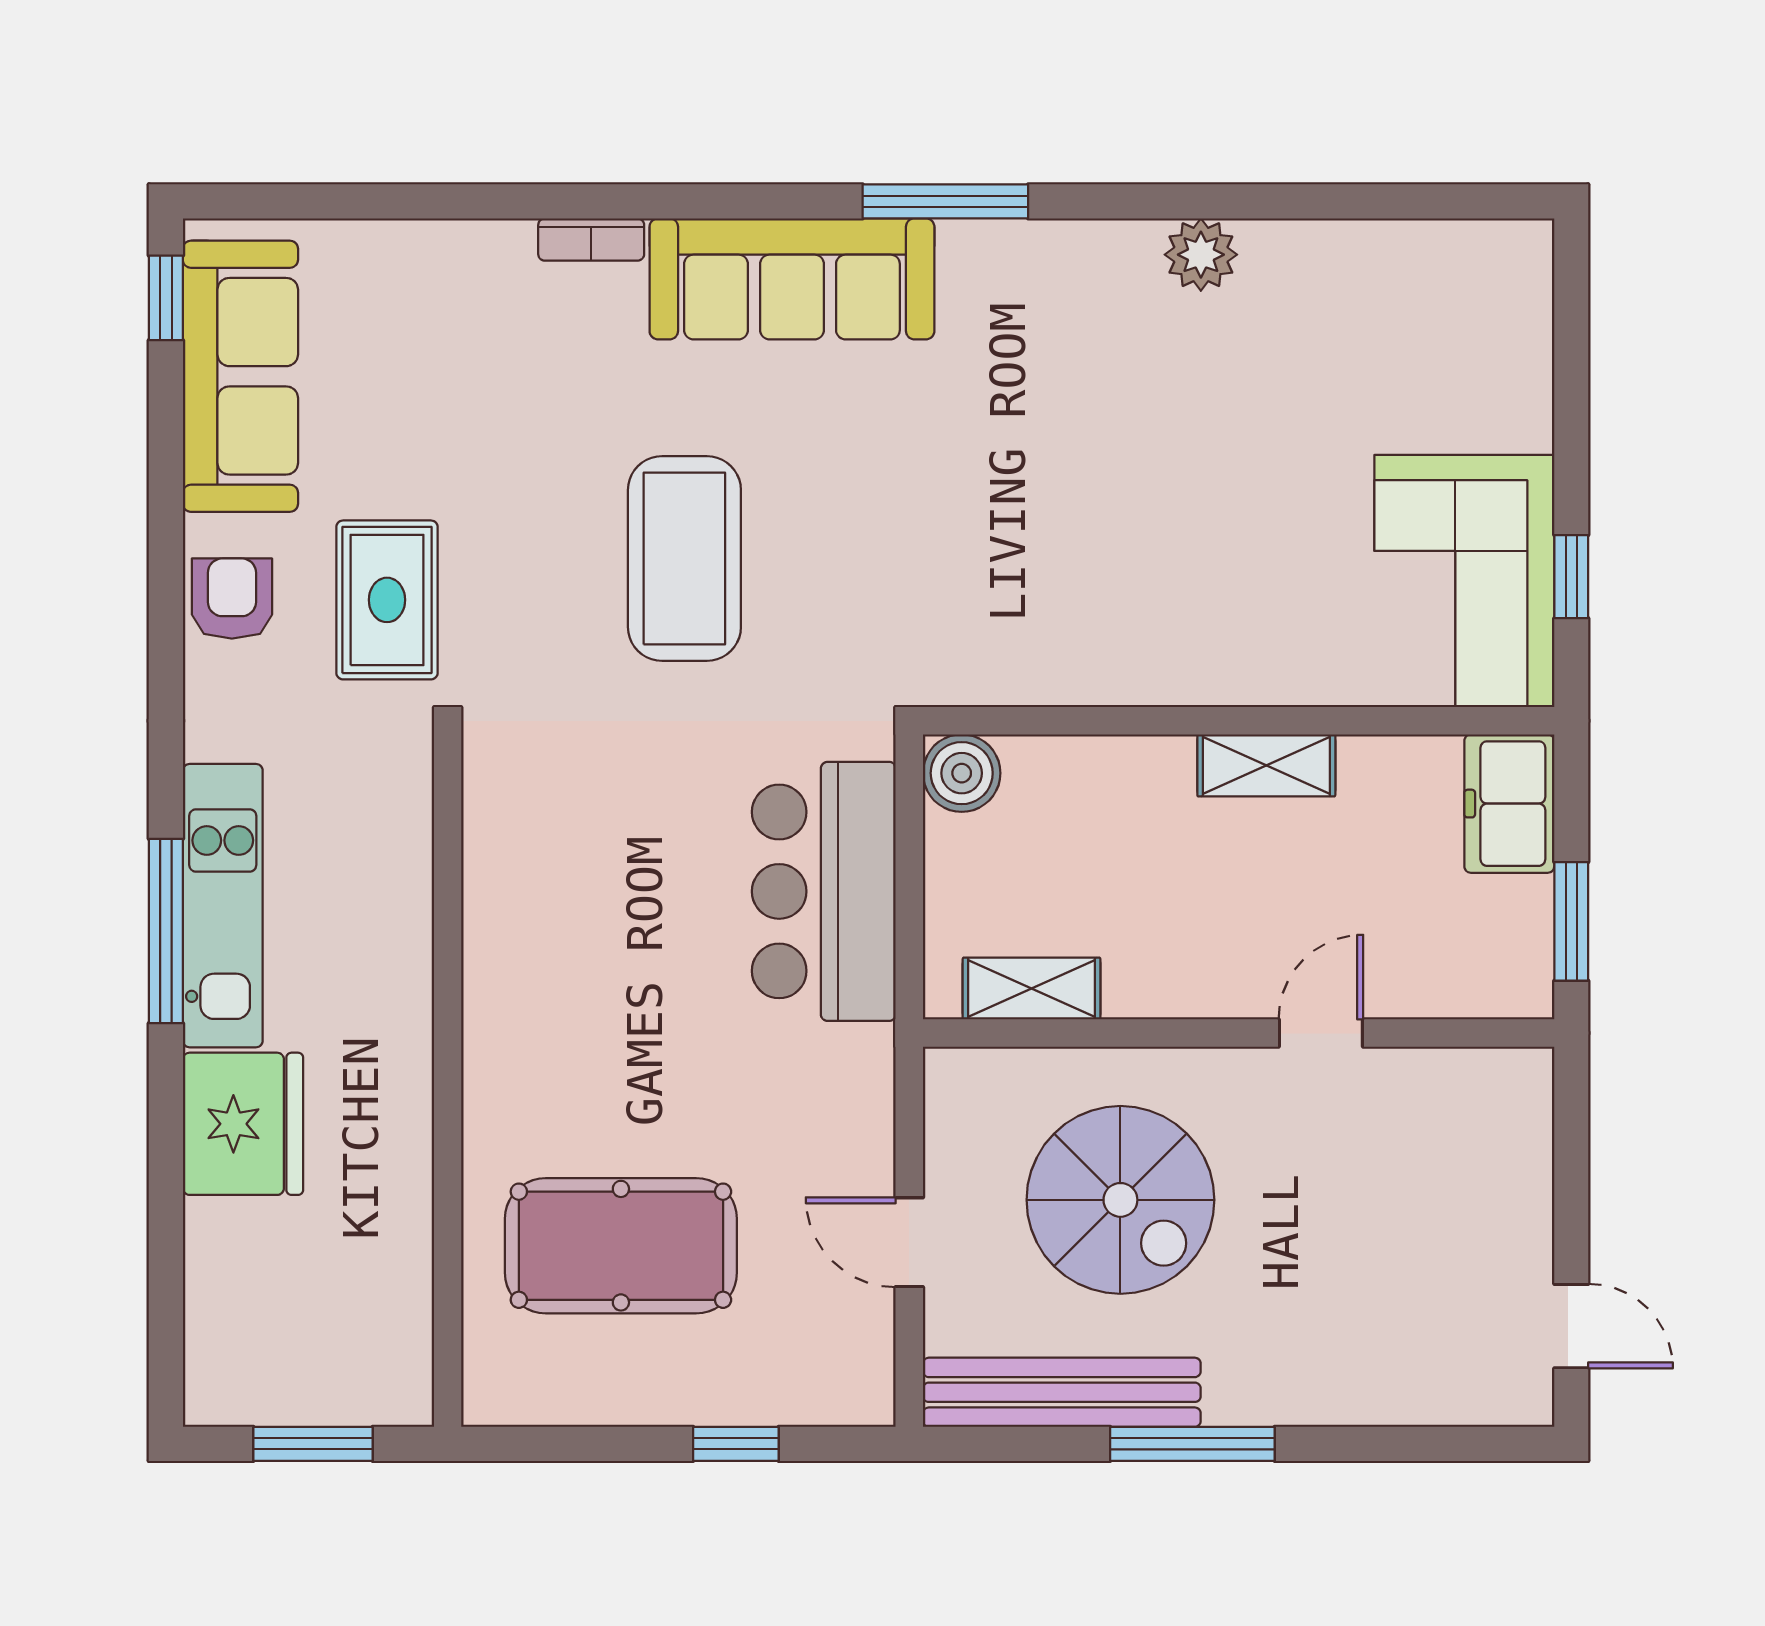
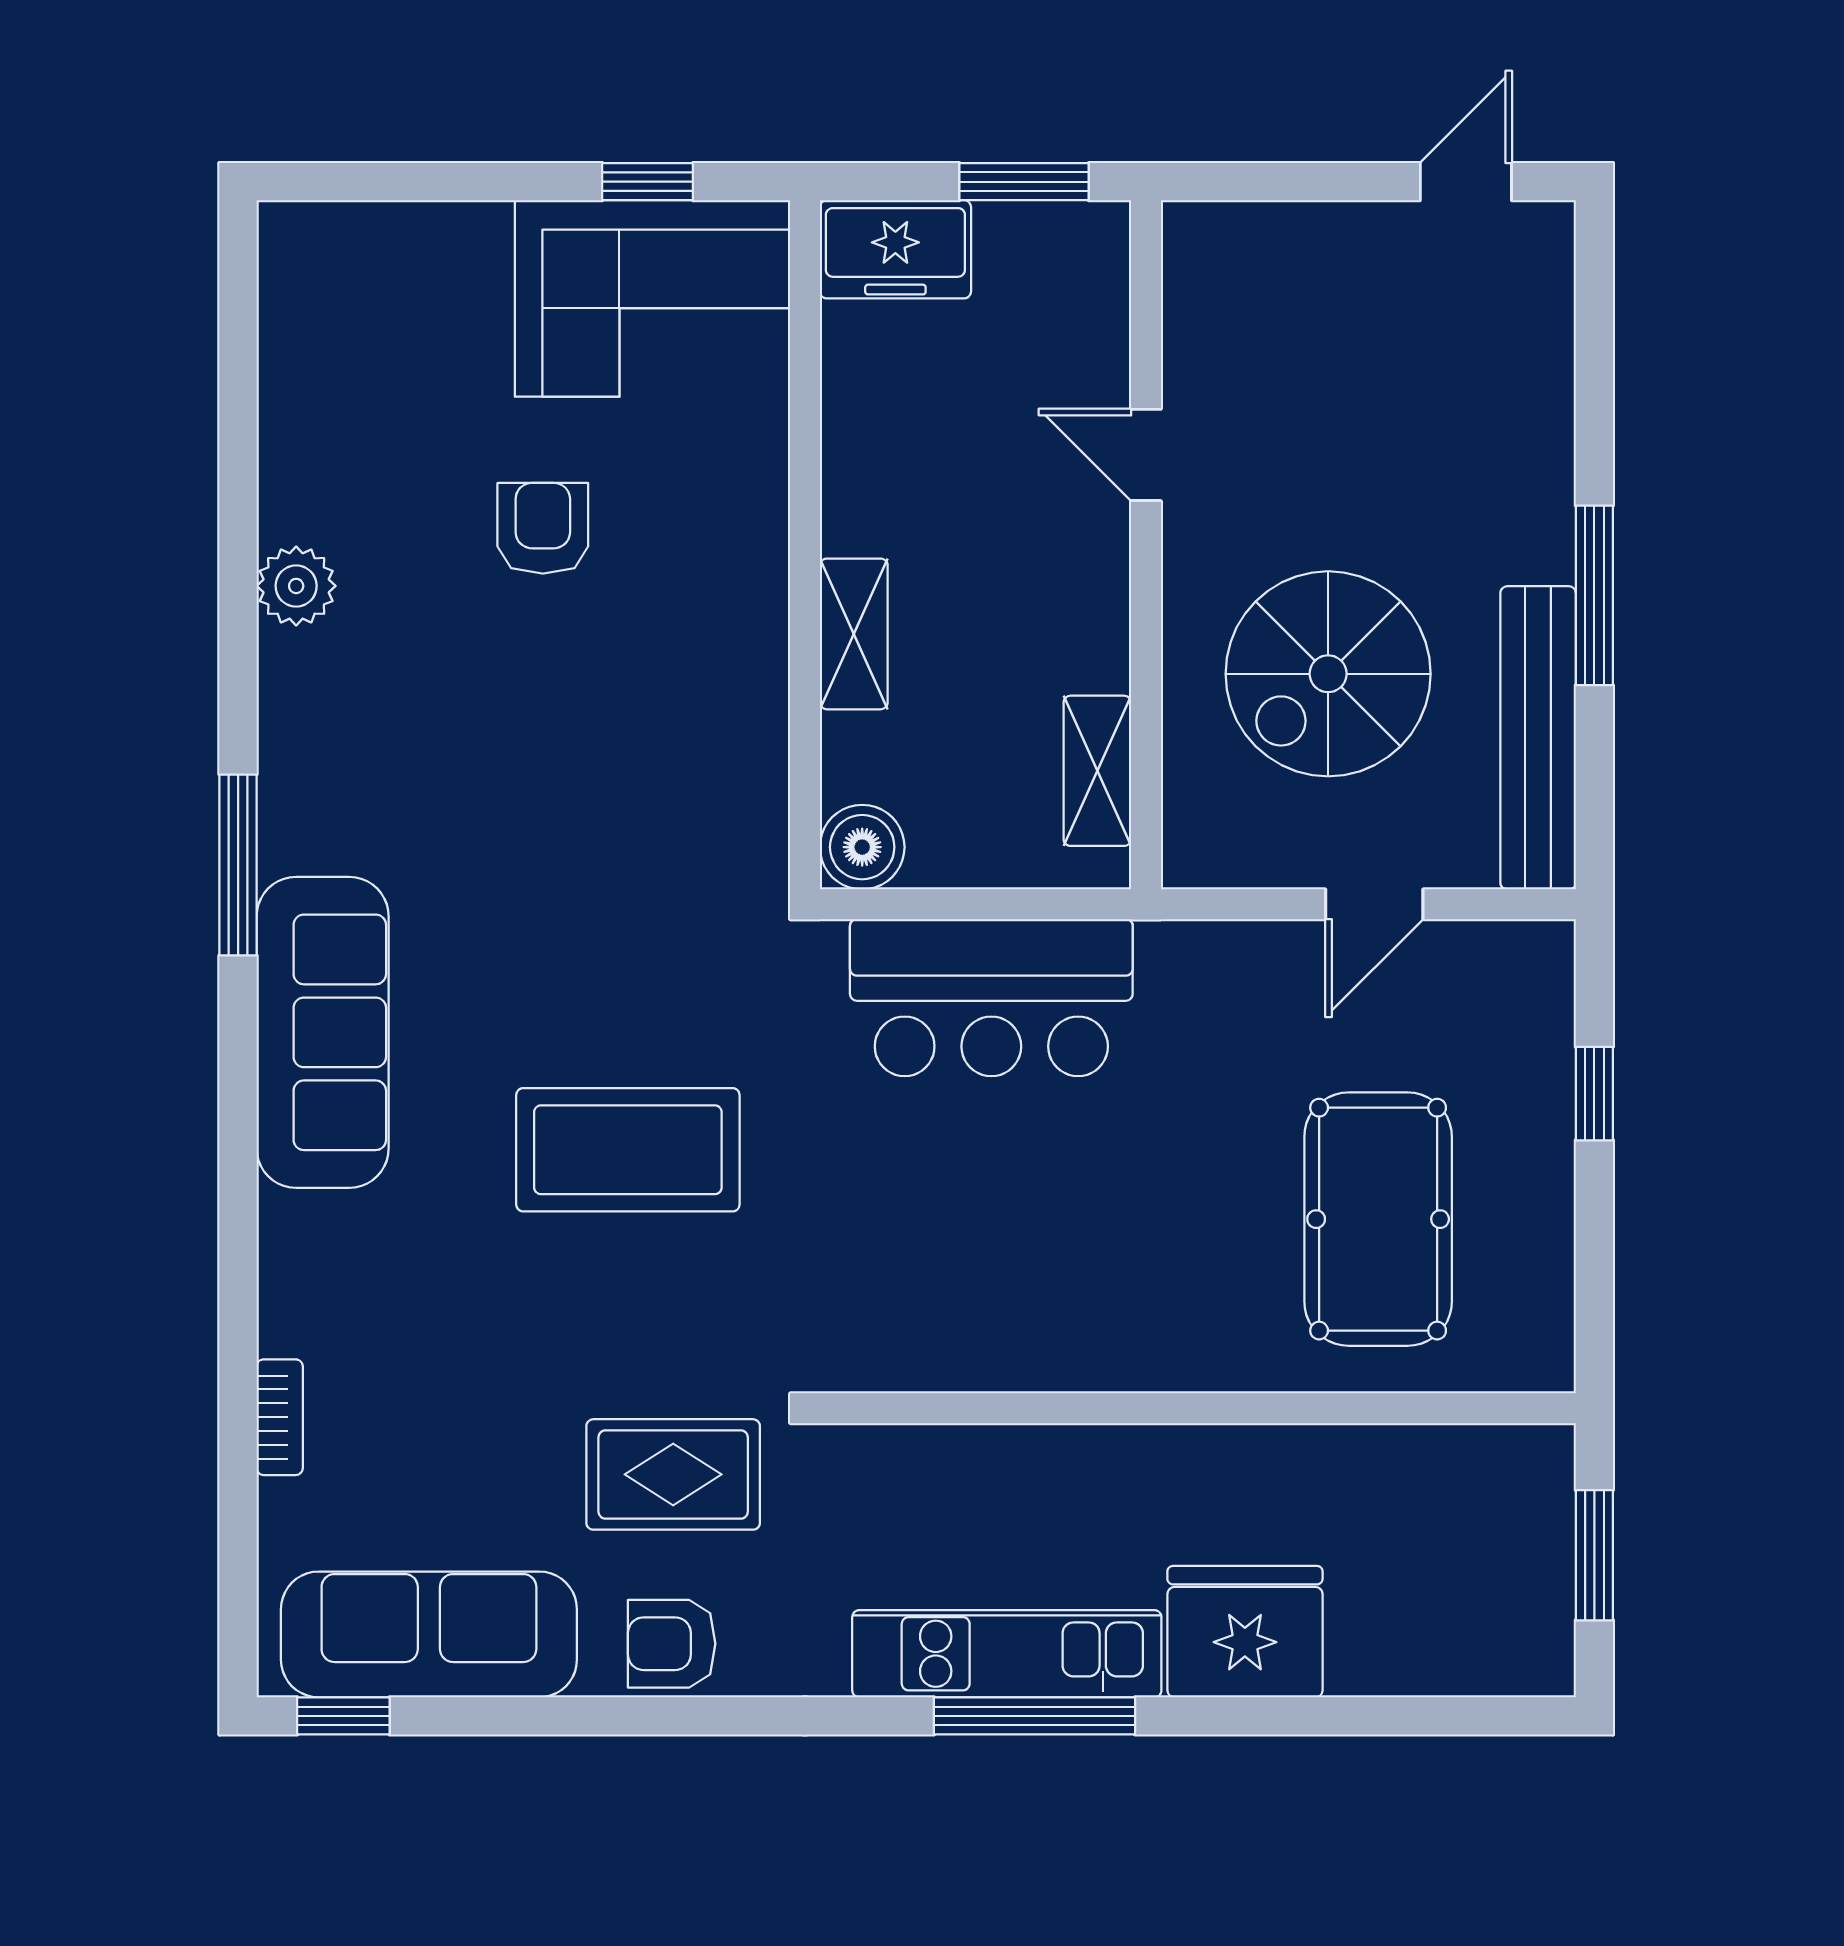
bookcase: (591, 240) -> (280, 1417), moved
armchair: (1254, 481) -> (543, 528), added
shelving: (1266, 765) -> (854, 634), moved
spiral stairs: (1120, 1200) -> (1328, 674), turned 180

